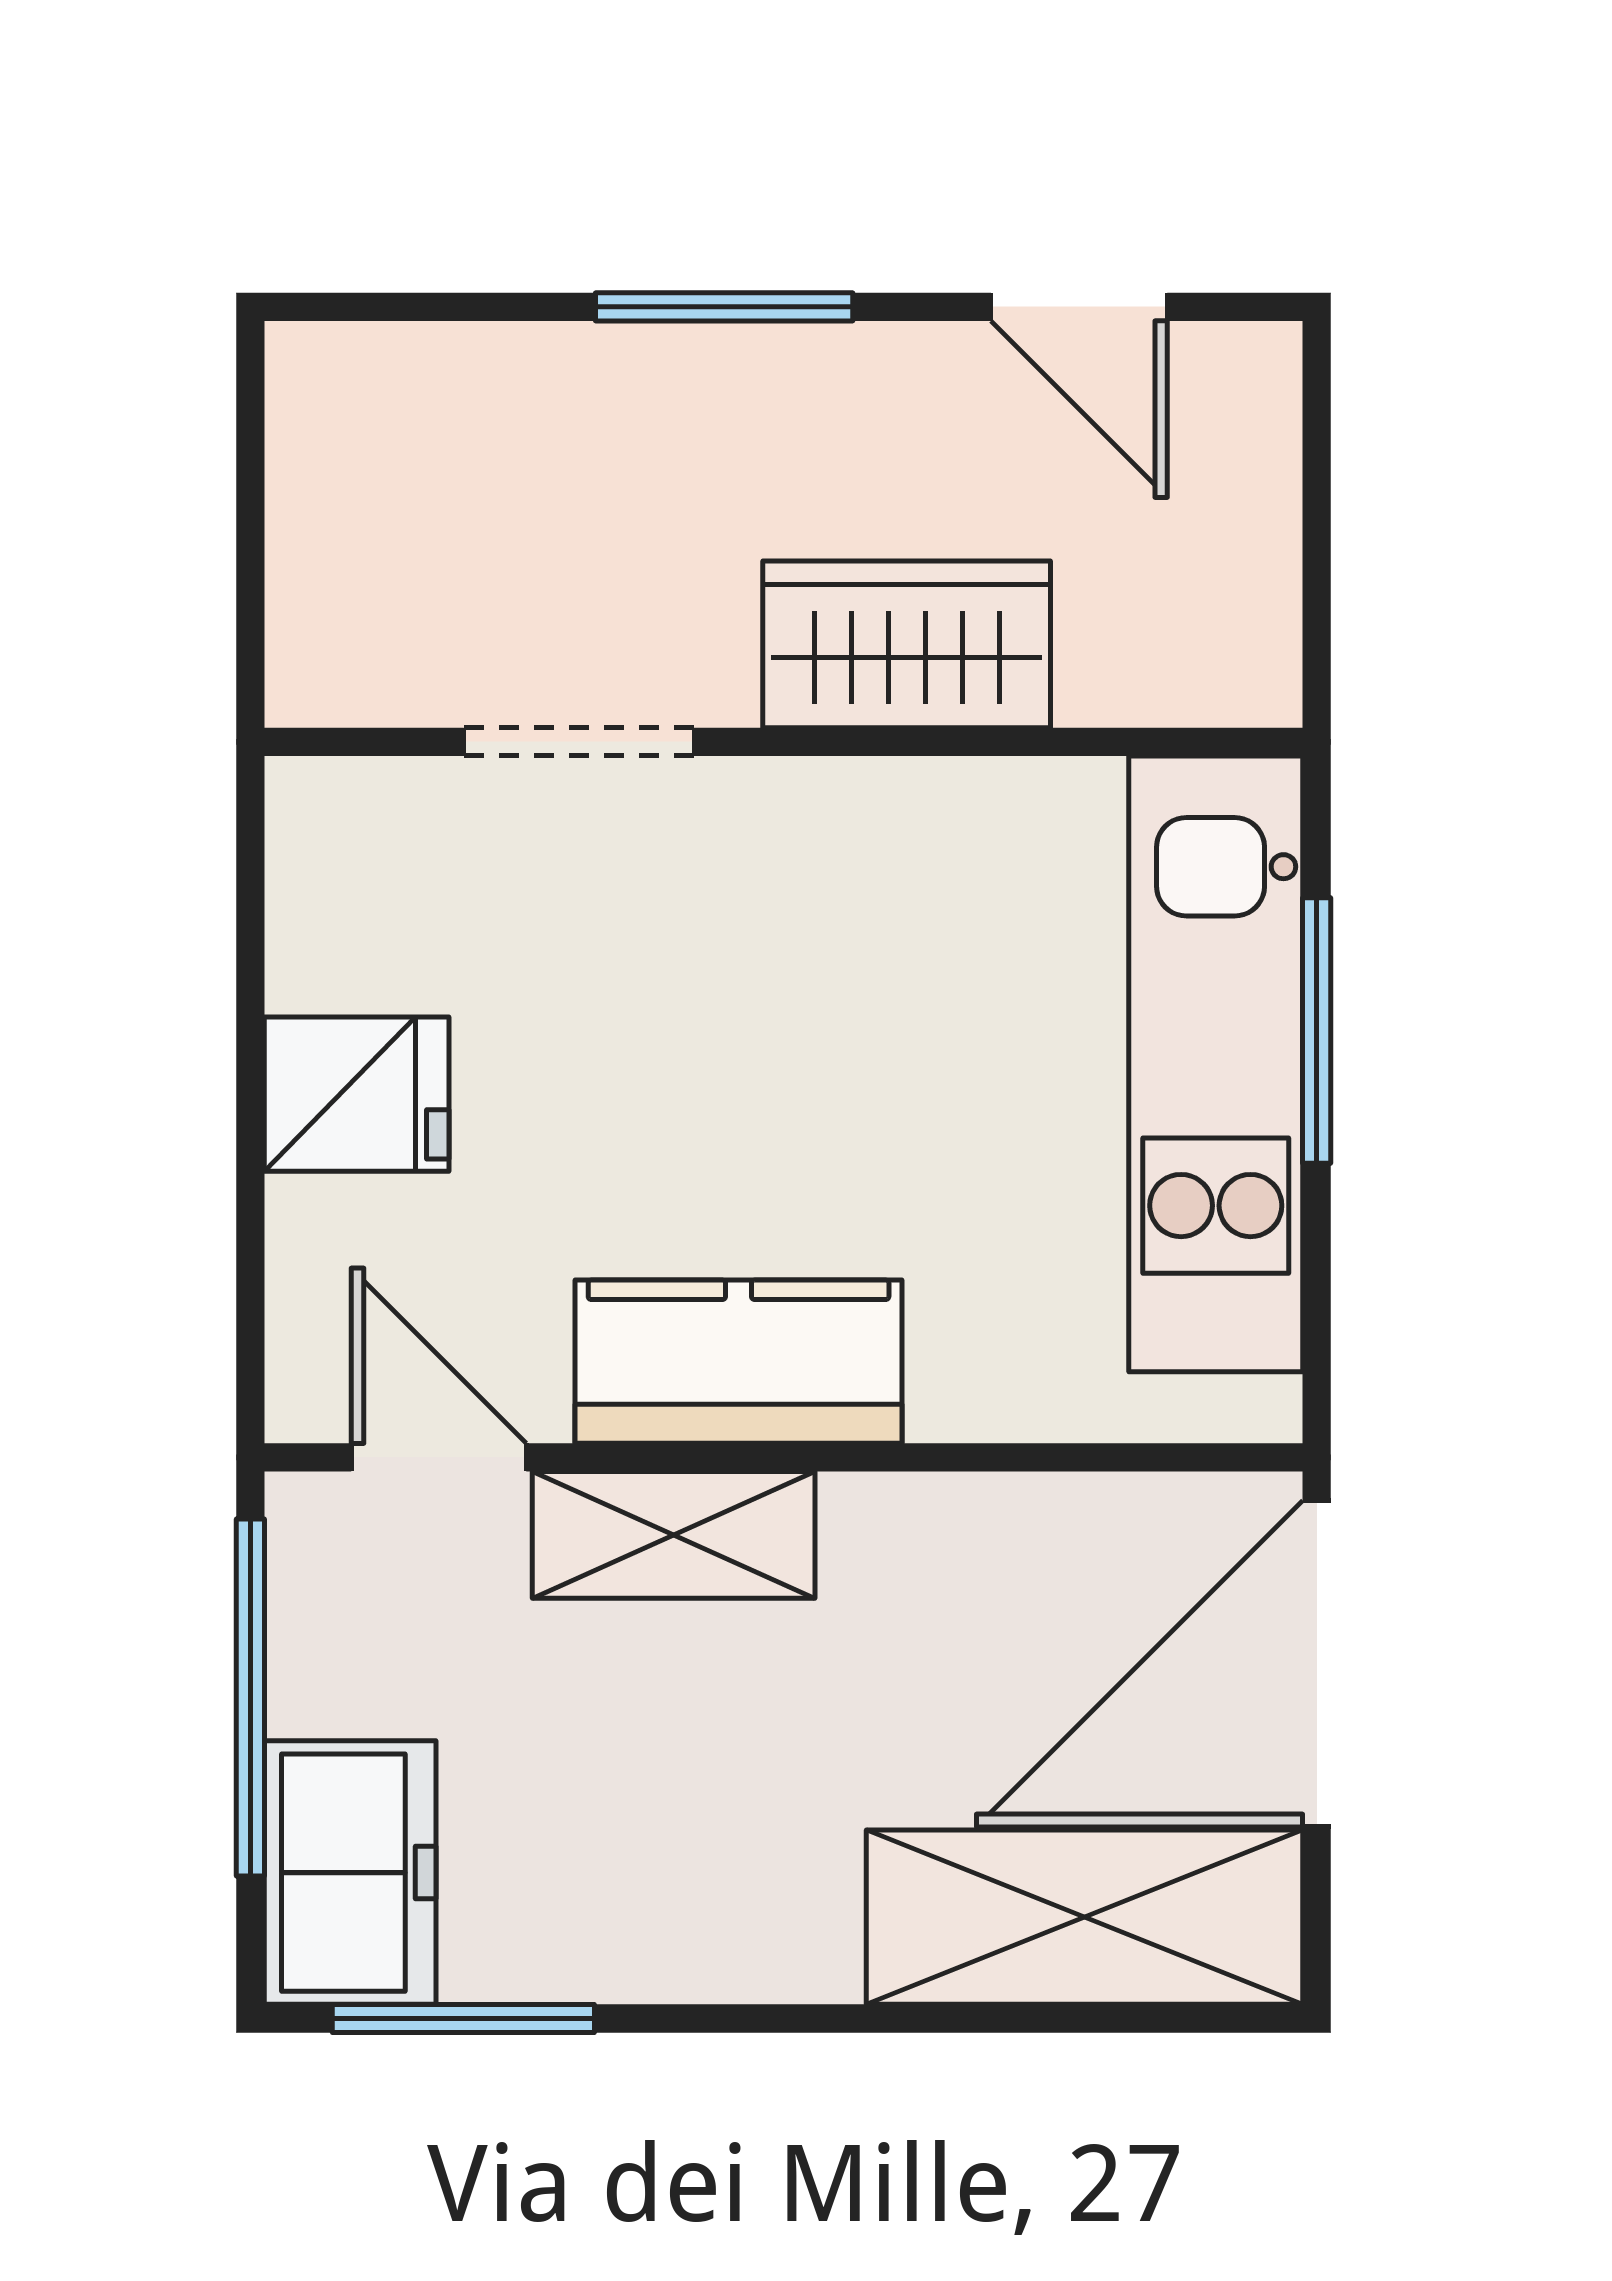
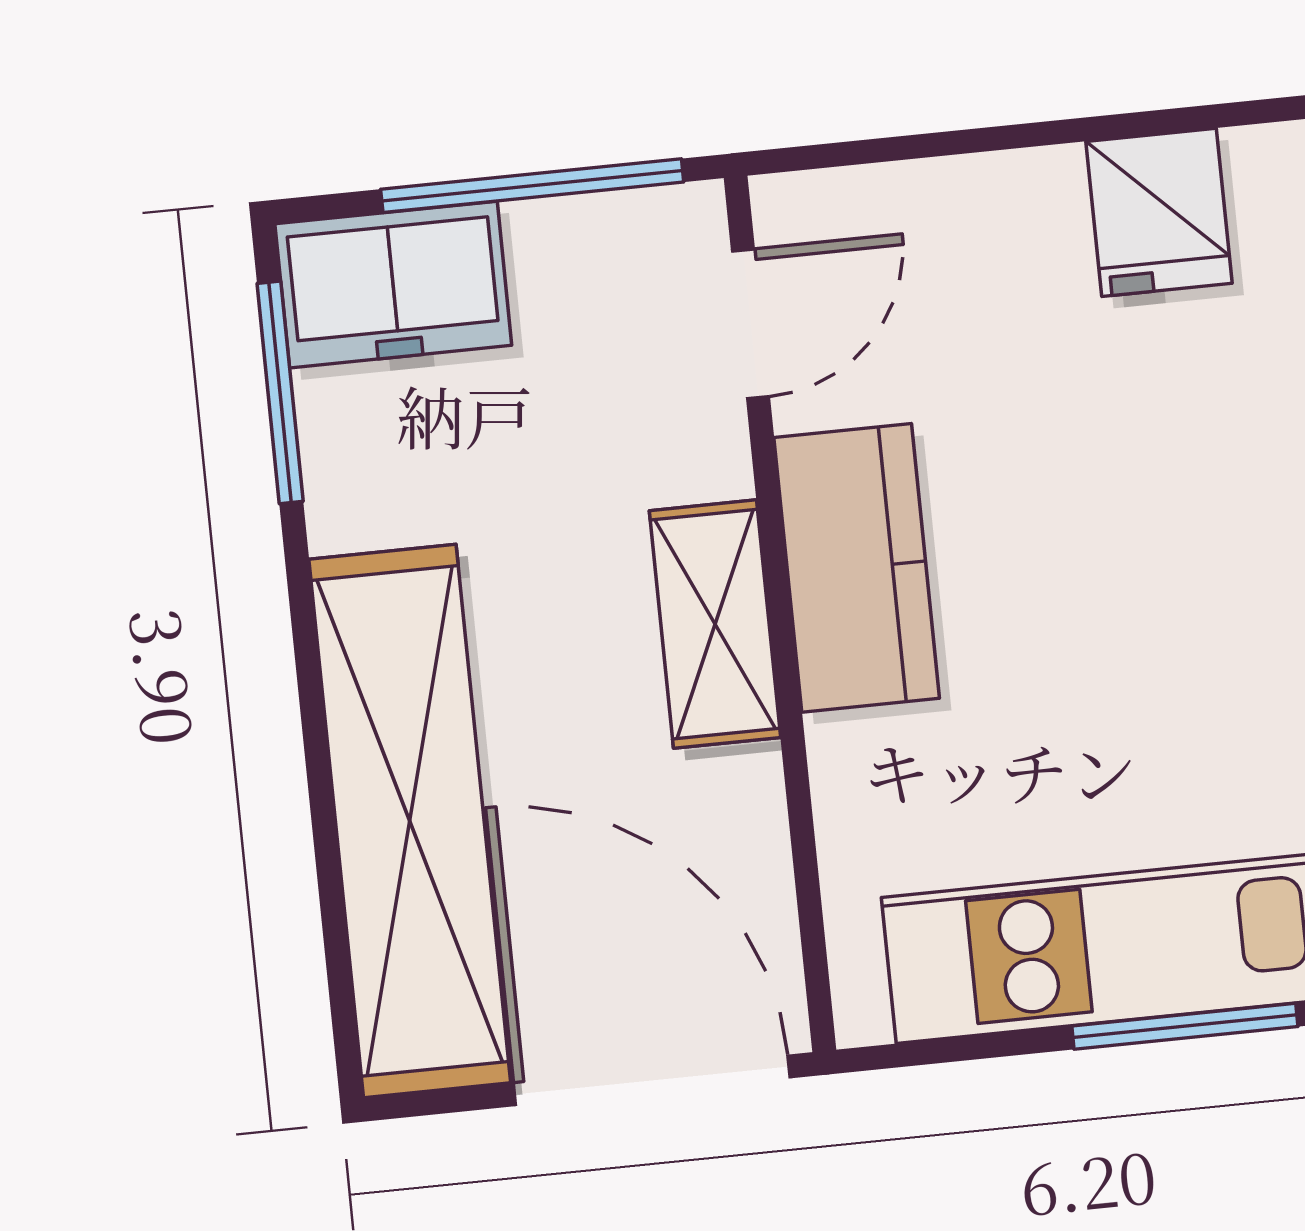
fridge: (357, 1094) -> (1159, 212), moved
shelving: (674, 1535) -> (715, 624), moved
shelving: (1084, 1917) -> (410, 821), width x1.47

